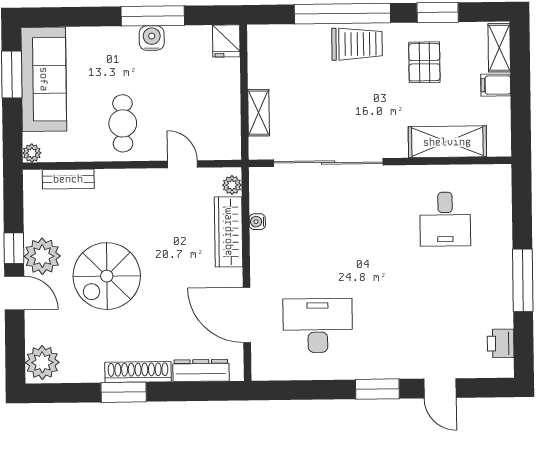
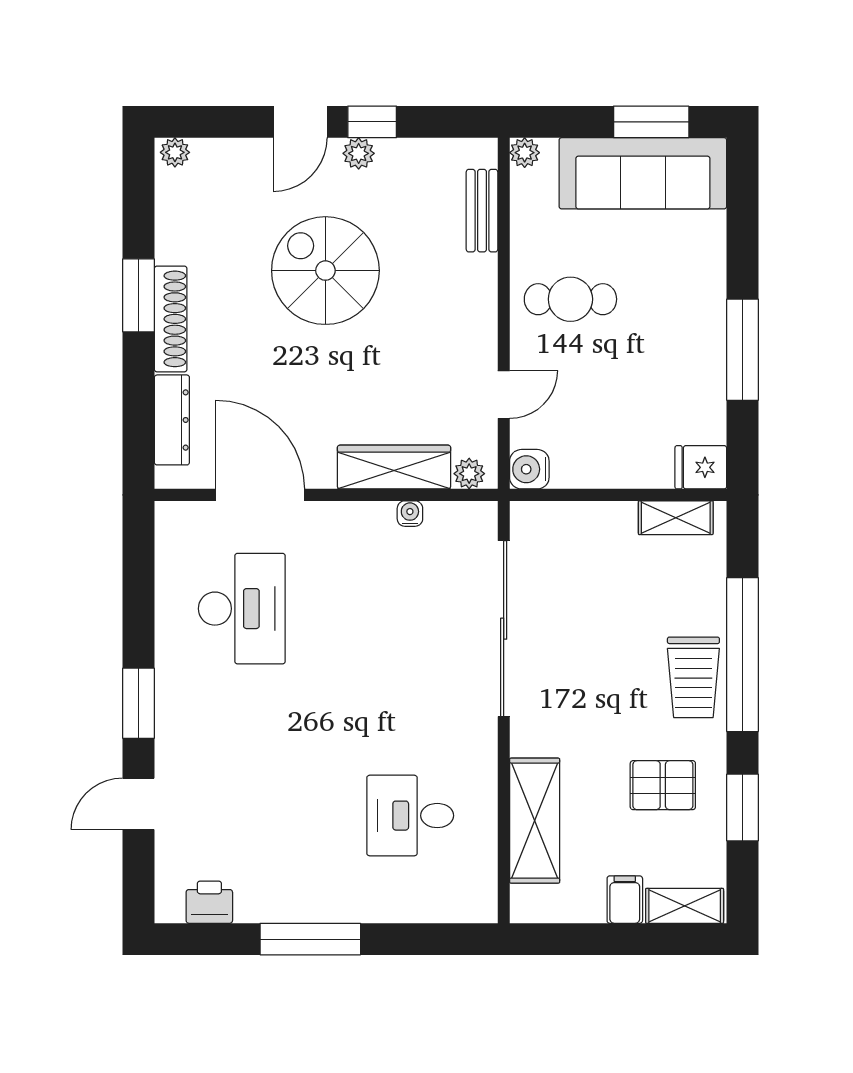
water cooler: (152, 38) -> (529, 469), moved, turned 180
shelving: (259, 113) -> (676, 518), moved
plant: (42, 256) -> (359, 153), width x0.53, depth x0.53
door: (247, 315) -> (260, 495), hinge flipped
plant: (42, 362) -> (175, 152), width x0.53, depth x0.53

